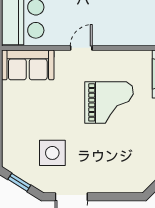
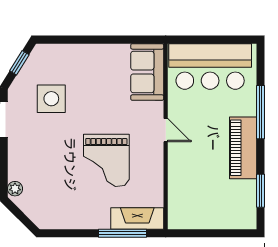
plant: (135, 186) -> (15, 189), added

